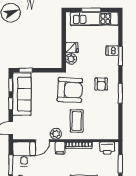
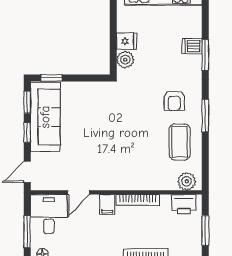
armchair: (70, 90) -> (123, 110), removed
coffee table: (77, 121) -> (180, 142), moved
plant: (56, 134) -> (187, 181), moved

